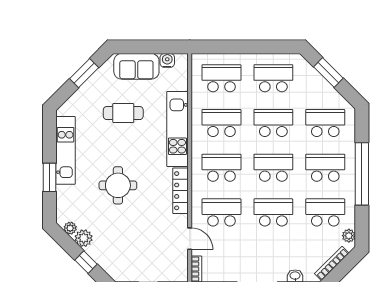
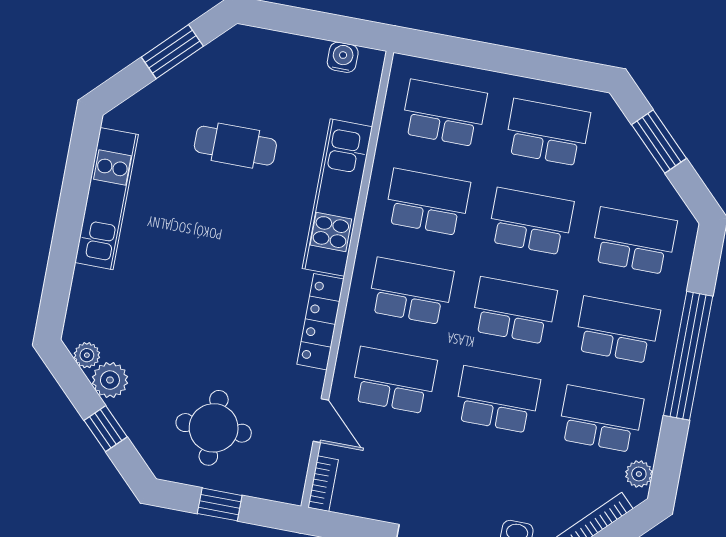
sofa: (136, 66) -> (279, 58), removed
window: (50, 177) -> (65, 246), removed
round table: (118, 185) -> (214, 428), moved

